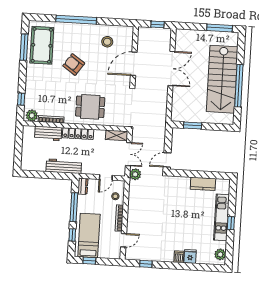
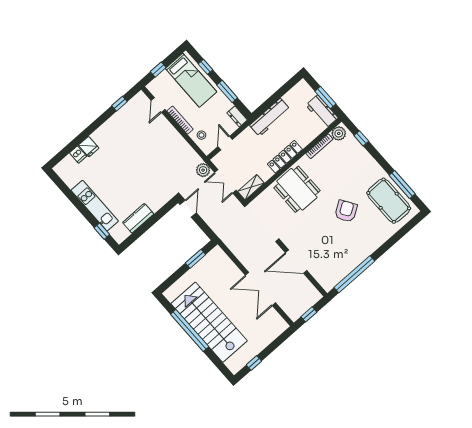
window: (76, 20) -> (354, 274), moved
window: (220, 28) -> (254, 363), width x0.46
stool: (107, 42) -> (337, 258), removed
door: (134, 64) -> (296, 262), swing flipped
armchair: (74, 65) -> (346, 211), turned -68
dining table: (90, 107) -> (297, 189), width x1.38
workbench: (48, 133) -> (322, 111), moved, turned -90
window: (18, 145) -> (325, 97), added
window: (74, 207) -> (227, 91), width x0.69
window: (231, 223) -> (102, 231), moved
plant: (220, 254) -> (65, 173), removed
dishwasher: (179, 257) -> (78, 155), moved
window: (89, 261) -> (158, 70), moved

